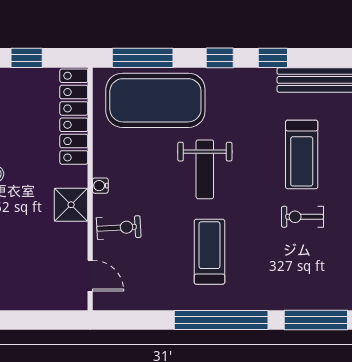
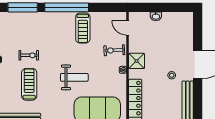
weight bench: (205, 169) -> (74, 77), turned 90
treadmill: (209, 252) -> (83, 28), moved
washbasin: (29, 301) -> (156, 16), added

